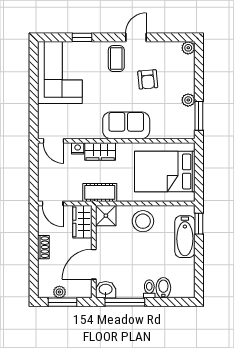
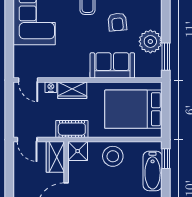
plant: (188, 100) -> (150, 41), width x1.88, depth x1.88
sofa: (126, 125) -> (112, 65), moved
shoe rack: (43, 247) -> (19, 181), removed

